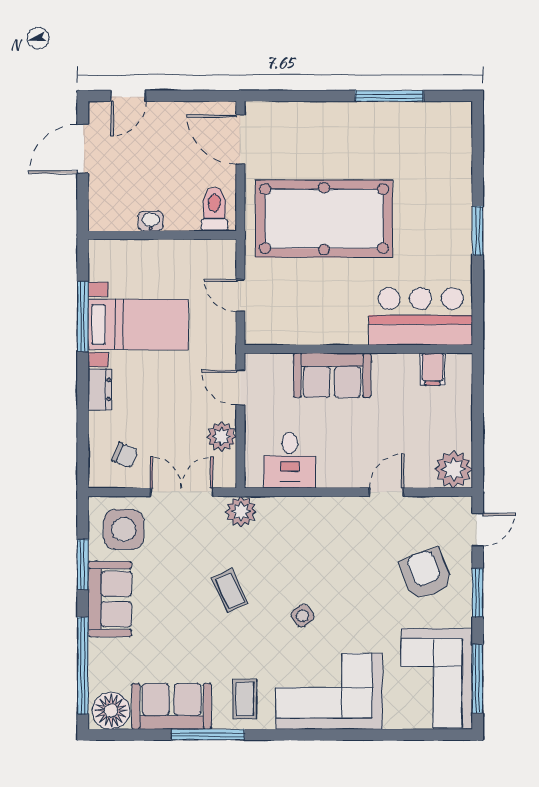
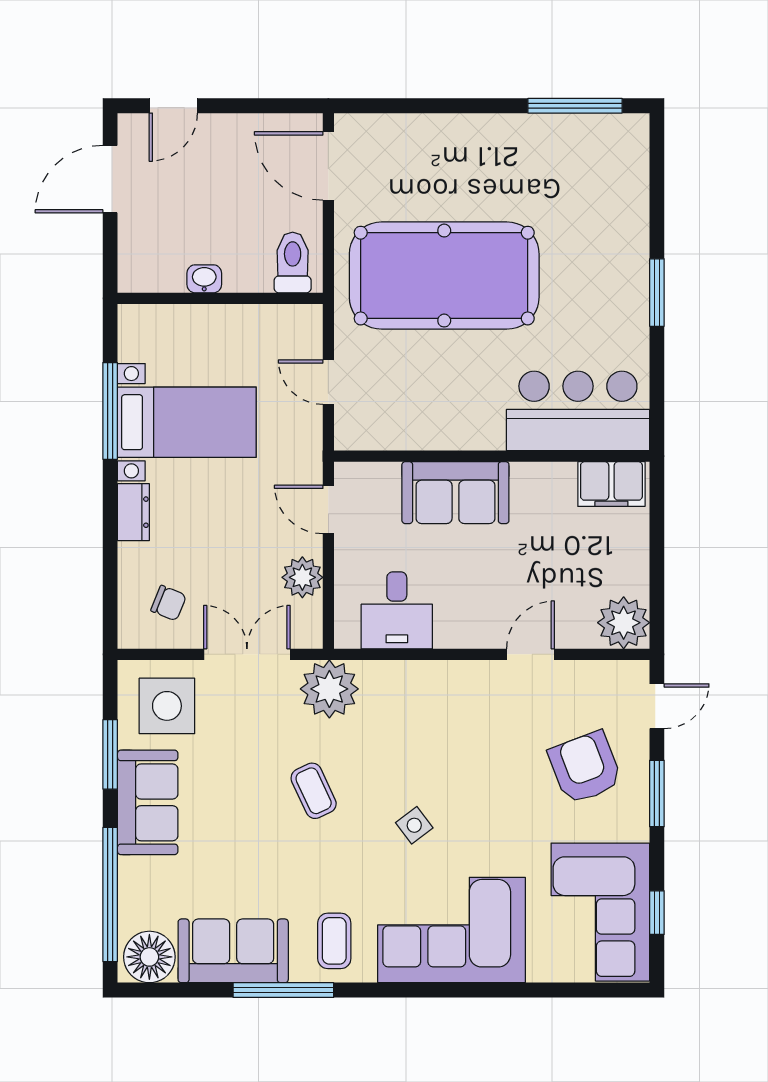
window: (389, 96) -> (575, 106), moved
filing cabinet: (433, 369) -> (611, 484), width x2.00
plant: (241, 512) -> (329, 689), width x1.36, depth x1.36
window: (478, 679) -> (657, 913), width x0.46

